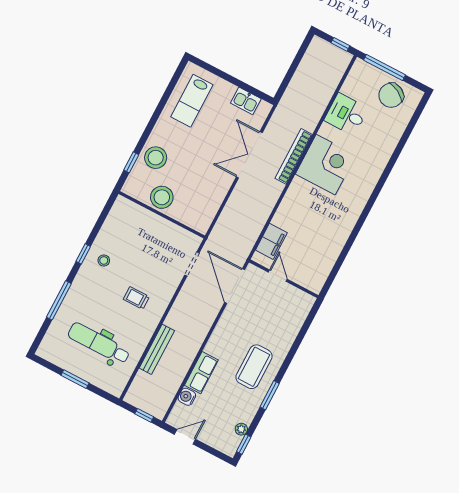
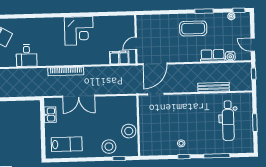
corner desk: (326, 165) -> (79, 31), moved, turned 180
trolley: (136, 298) -> (192, 114), removed

